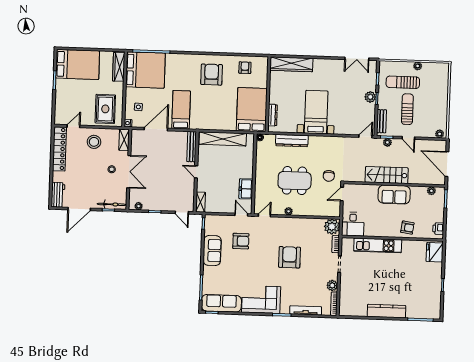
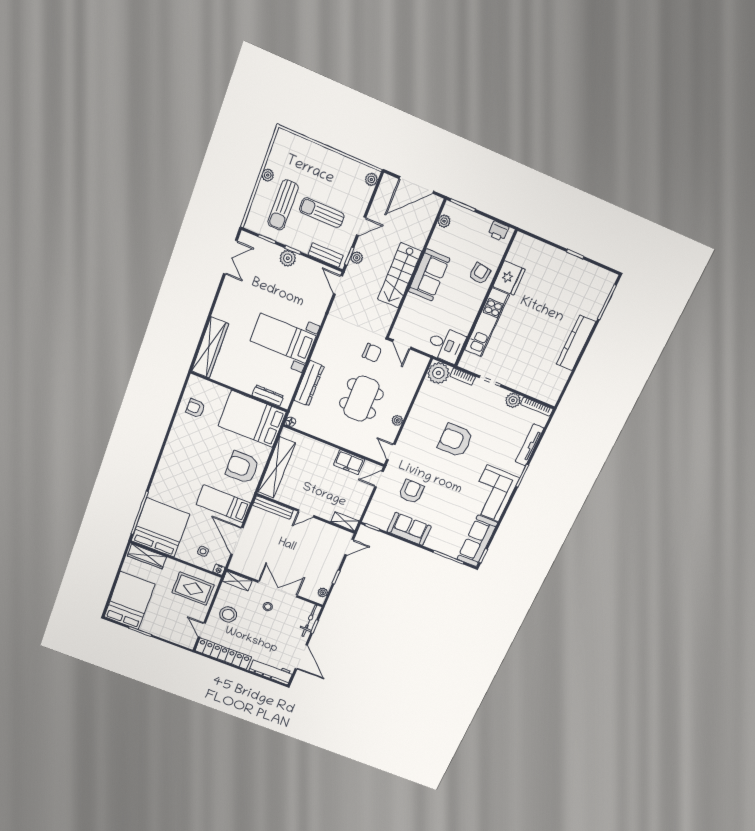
armchair: (212, 75) -> (242, 467), moved
workbench: (58, 195) -> (271, 671), width x1.37
fridge: (435, 252) -> (509, 278), moved, turned -90

